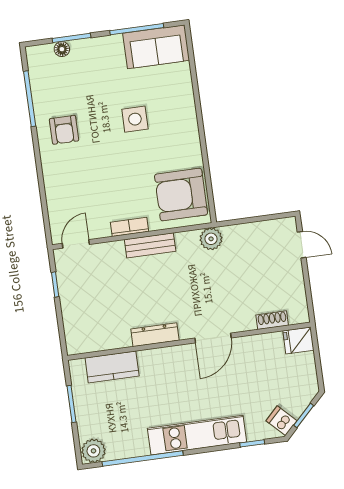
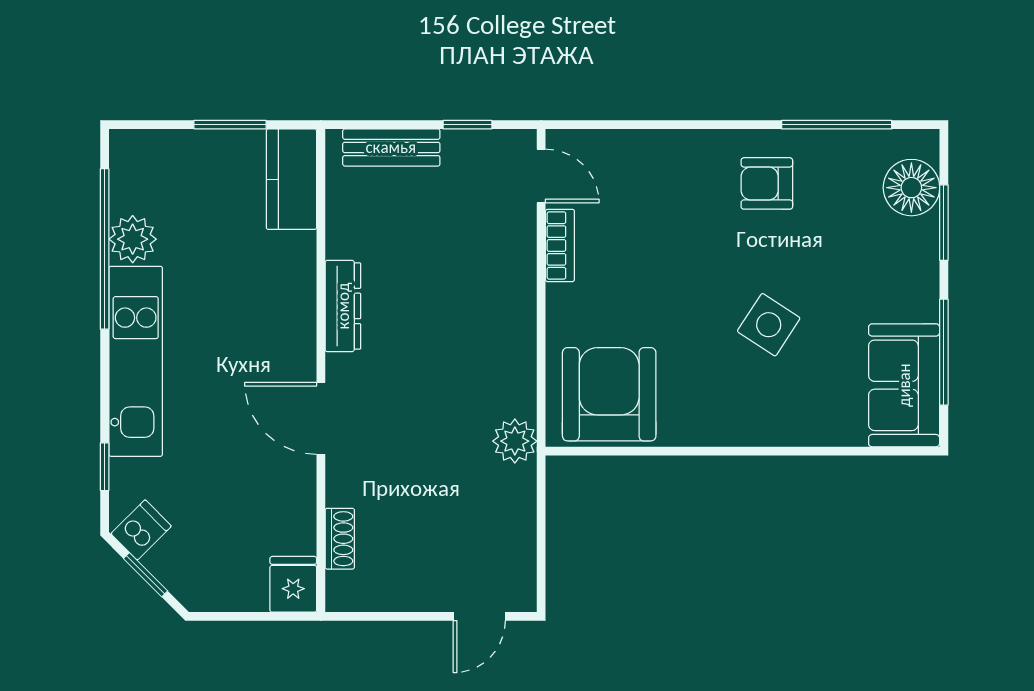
floor lamp: (62, 49) -> (911, 188), width x1.89, depth x1.89
side table: (135, 119) -> (769, 325), turned 33
bookcase: (129, 227) -> (560, 245), moved
bench: (150, 245) -> (391, 147), moved, turned 90
kitchen counter: (112, 367) -> (291, 179), moved
plant: (93, 451) -> (133, 239), moved

